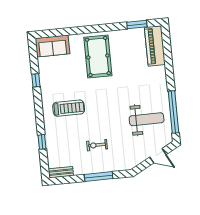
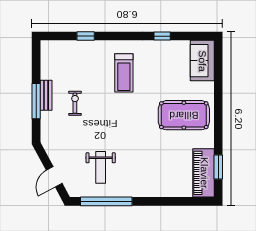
piano: (155, 46) -> (204, 173), moved, turned -90
weight bench: (147, 119) -> (101, 167), width x0.73, depth x0.75
bench: (61, 172) -> (46, 95), moved

